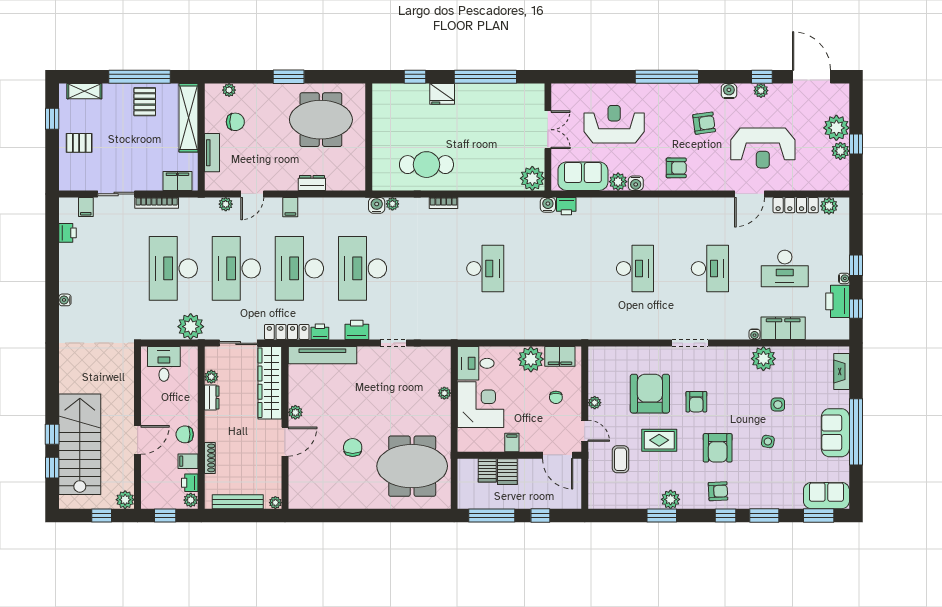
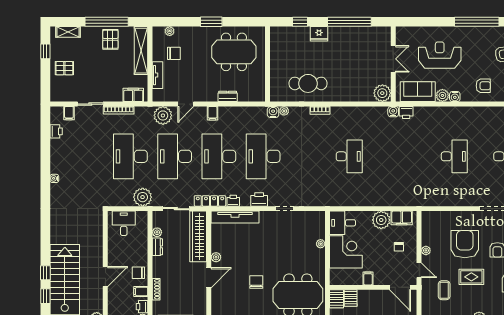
plant: (226, 204) -> (163, 115), width x1.87, depth x1.87
server rack: (507, 472) -> (337, 299), moved

